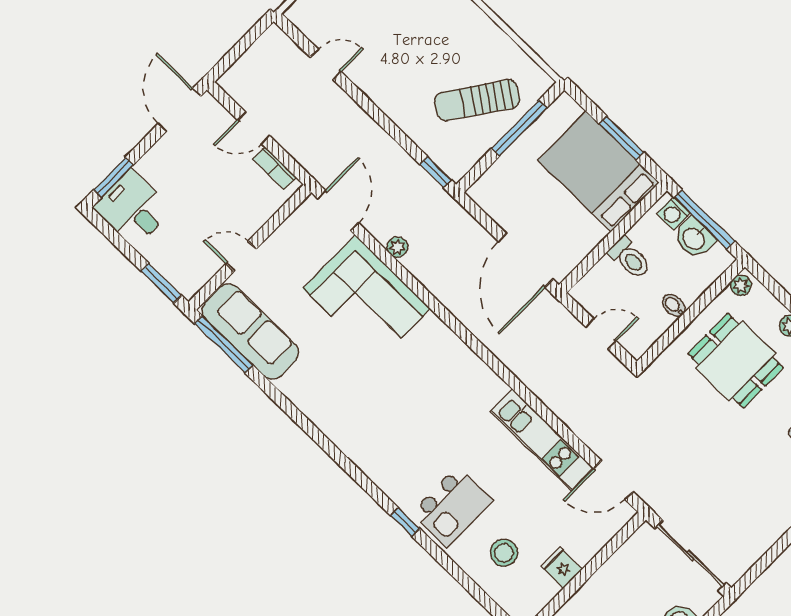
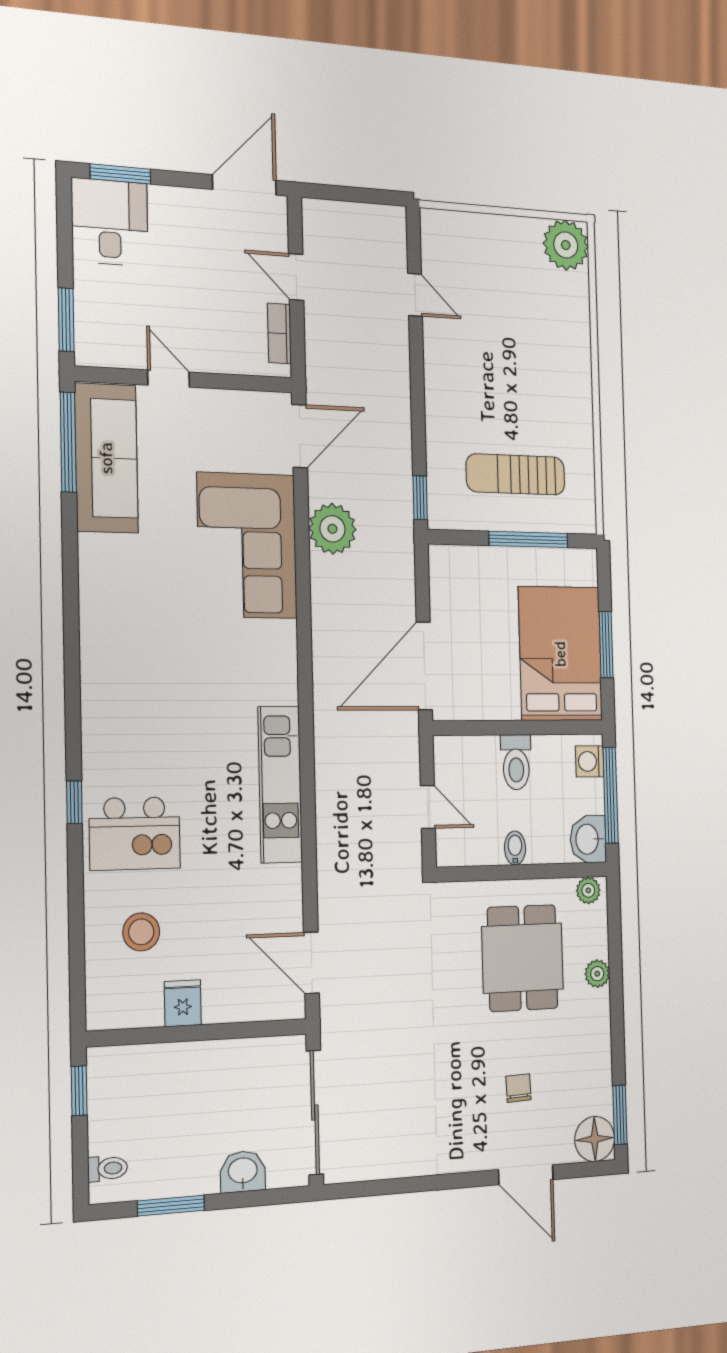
sun lounger: (477, 100) -> (516, 474), turned -35
washbasin: (694, 238) -> (588, 839), moved
plant: (397, 247) -> (332, 529), width x1.88, depth x1.88
kitchen unit: (542, 440) -> (280, 784), moved

